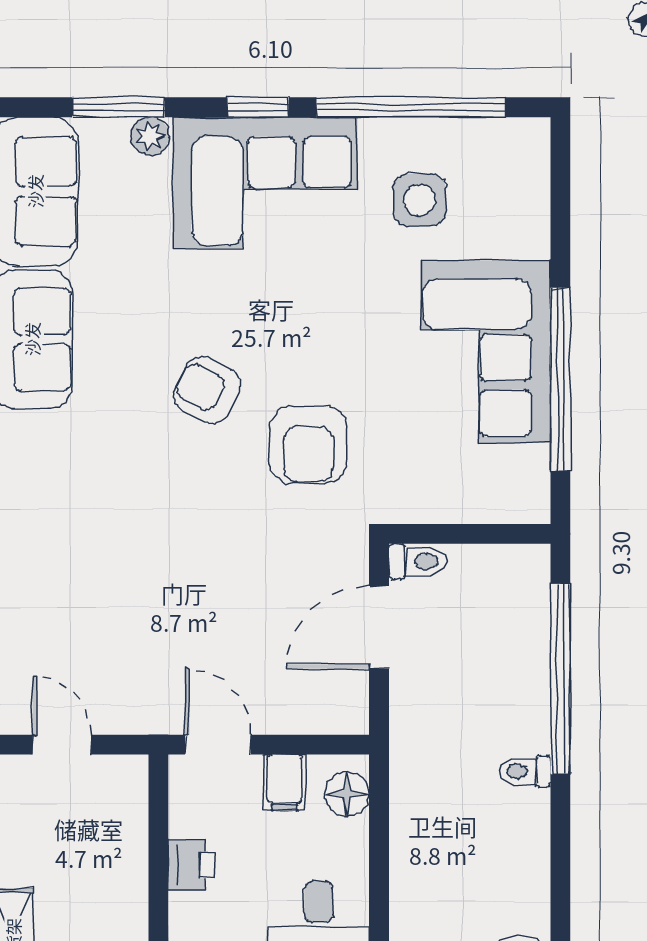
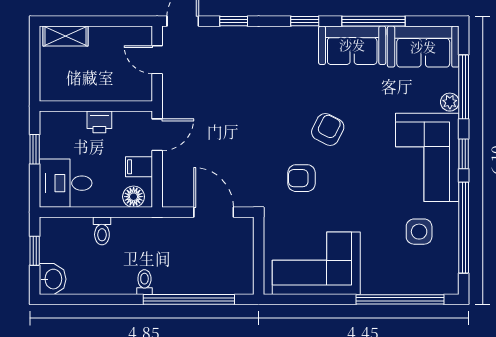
window: (119, 107) -> (464, 87), width x1.44
corner sofa: (485, 352) -> (316, 263), moved
window: (560, 379) -> (400, 299), moved
armchair: (308, 445) -> (302, 178), width x0.72, depth x0.72
toilet: (418, 562) -> (102, 231), moved
door: (62, 745) -> (157, 60), swing flipped

